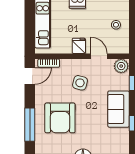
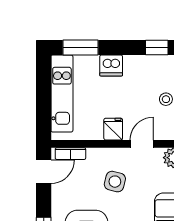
door: (99, 56) -> (142, 144), hinge flipped

